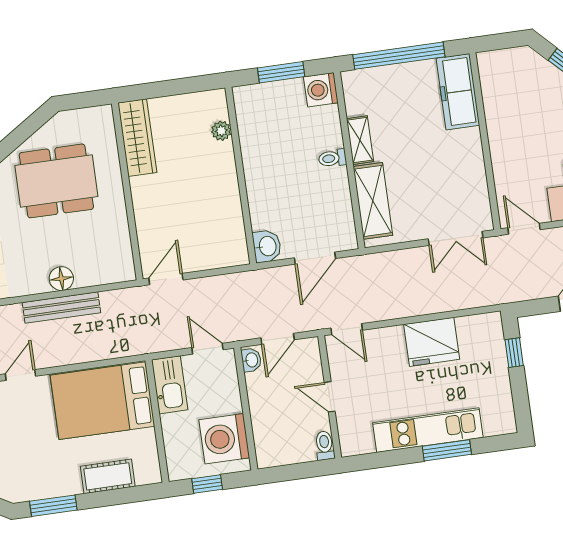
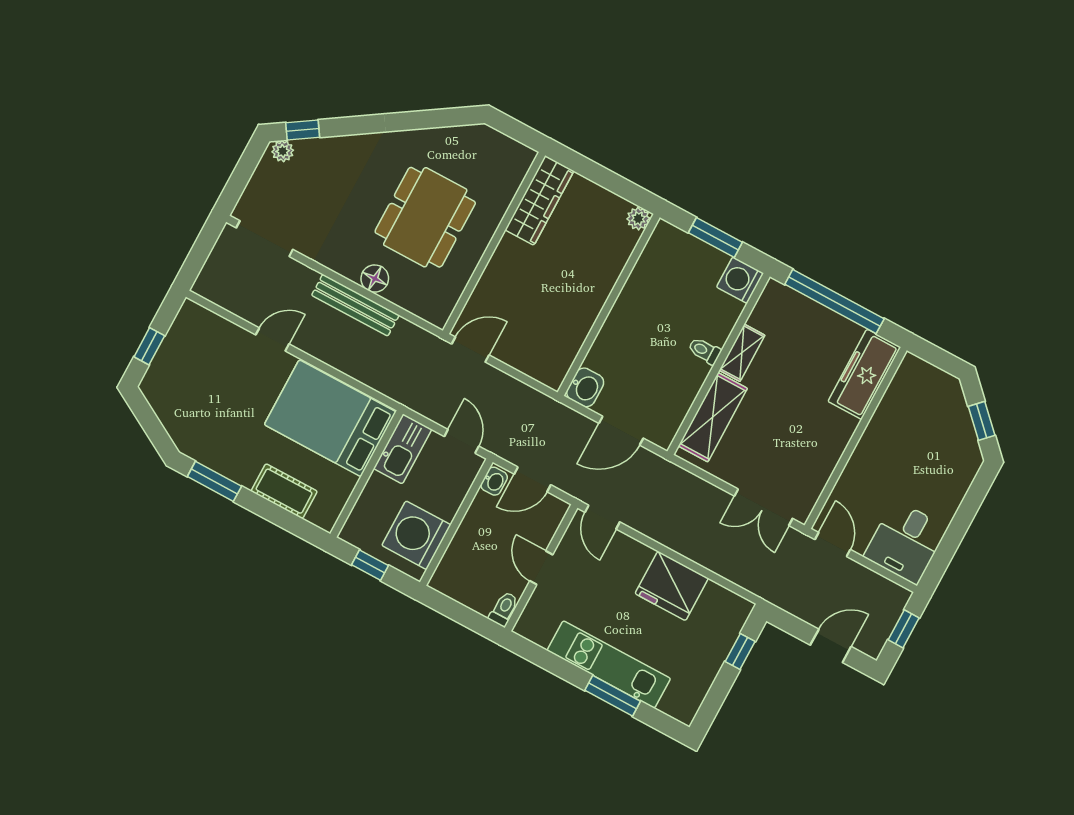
plant: (221, 131) -> (638, 219), moved
dining table: (56, 181) -> (425, 217), moved, turned 90

